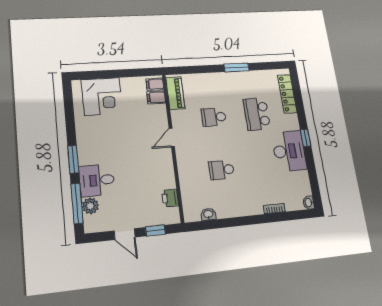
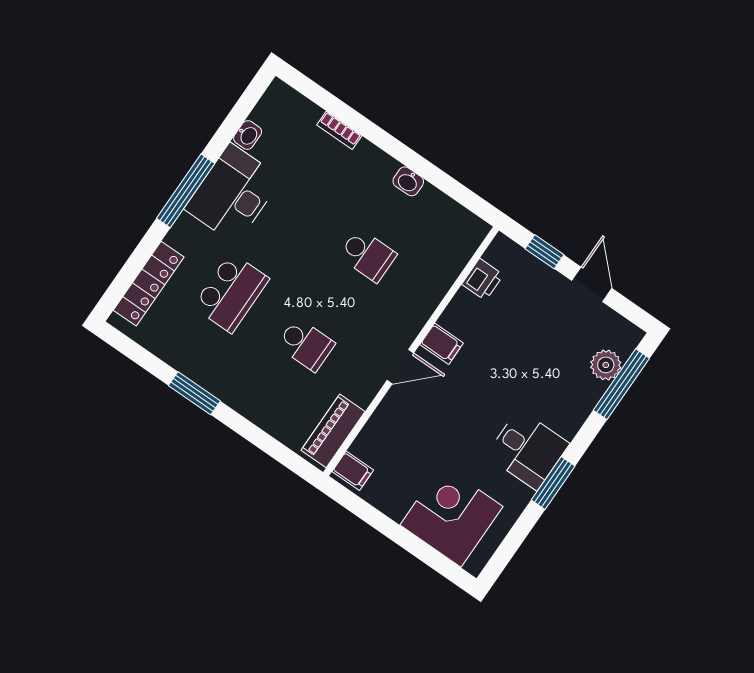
filing cabinet: (156, 97) -> (442, 344), moved
window: (306, 138) -> (186, 191), width x2.17
window: (73, 159) -> (553, 483), moved
desk: (97, 180) -> (528, 450), moved
washbasin: (309, 203) -> (248, 135), moved
washbasin: (208, 214) -> (408, 181), moved

